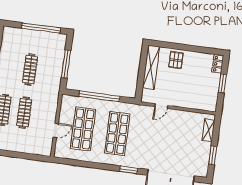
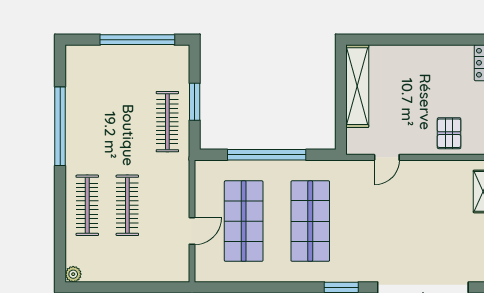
pallet: (176, 60) -> (449, 133), moved
window: (66, 64) -> (195, 102), width x0.69
clothes rail: (30, 70) -> (167, 122), moved

